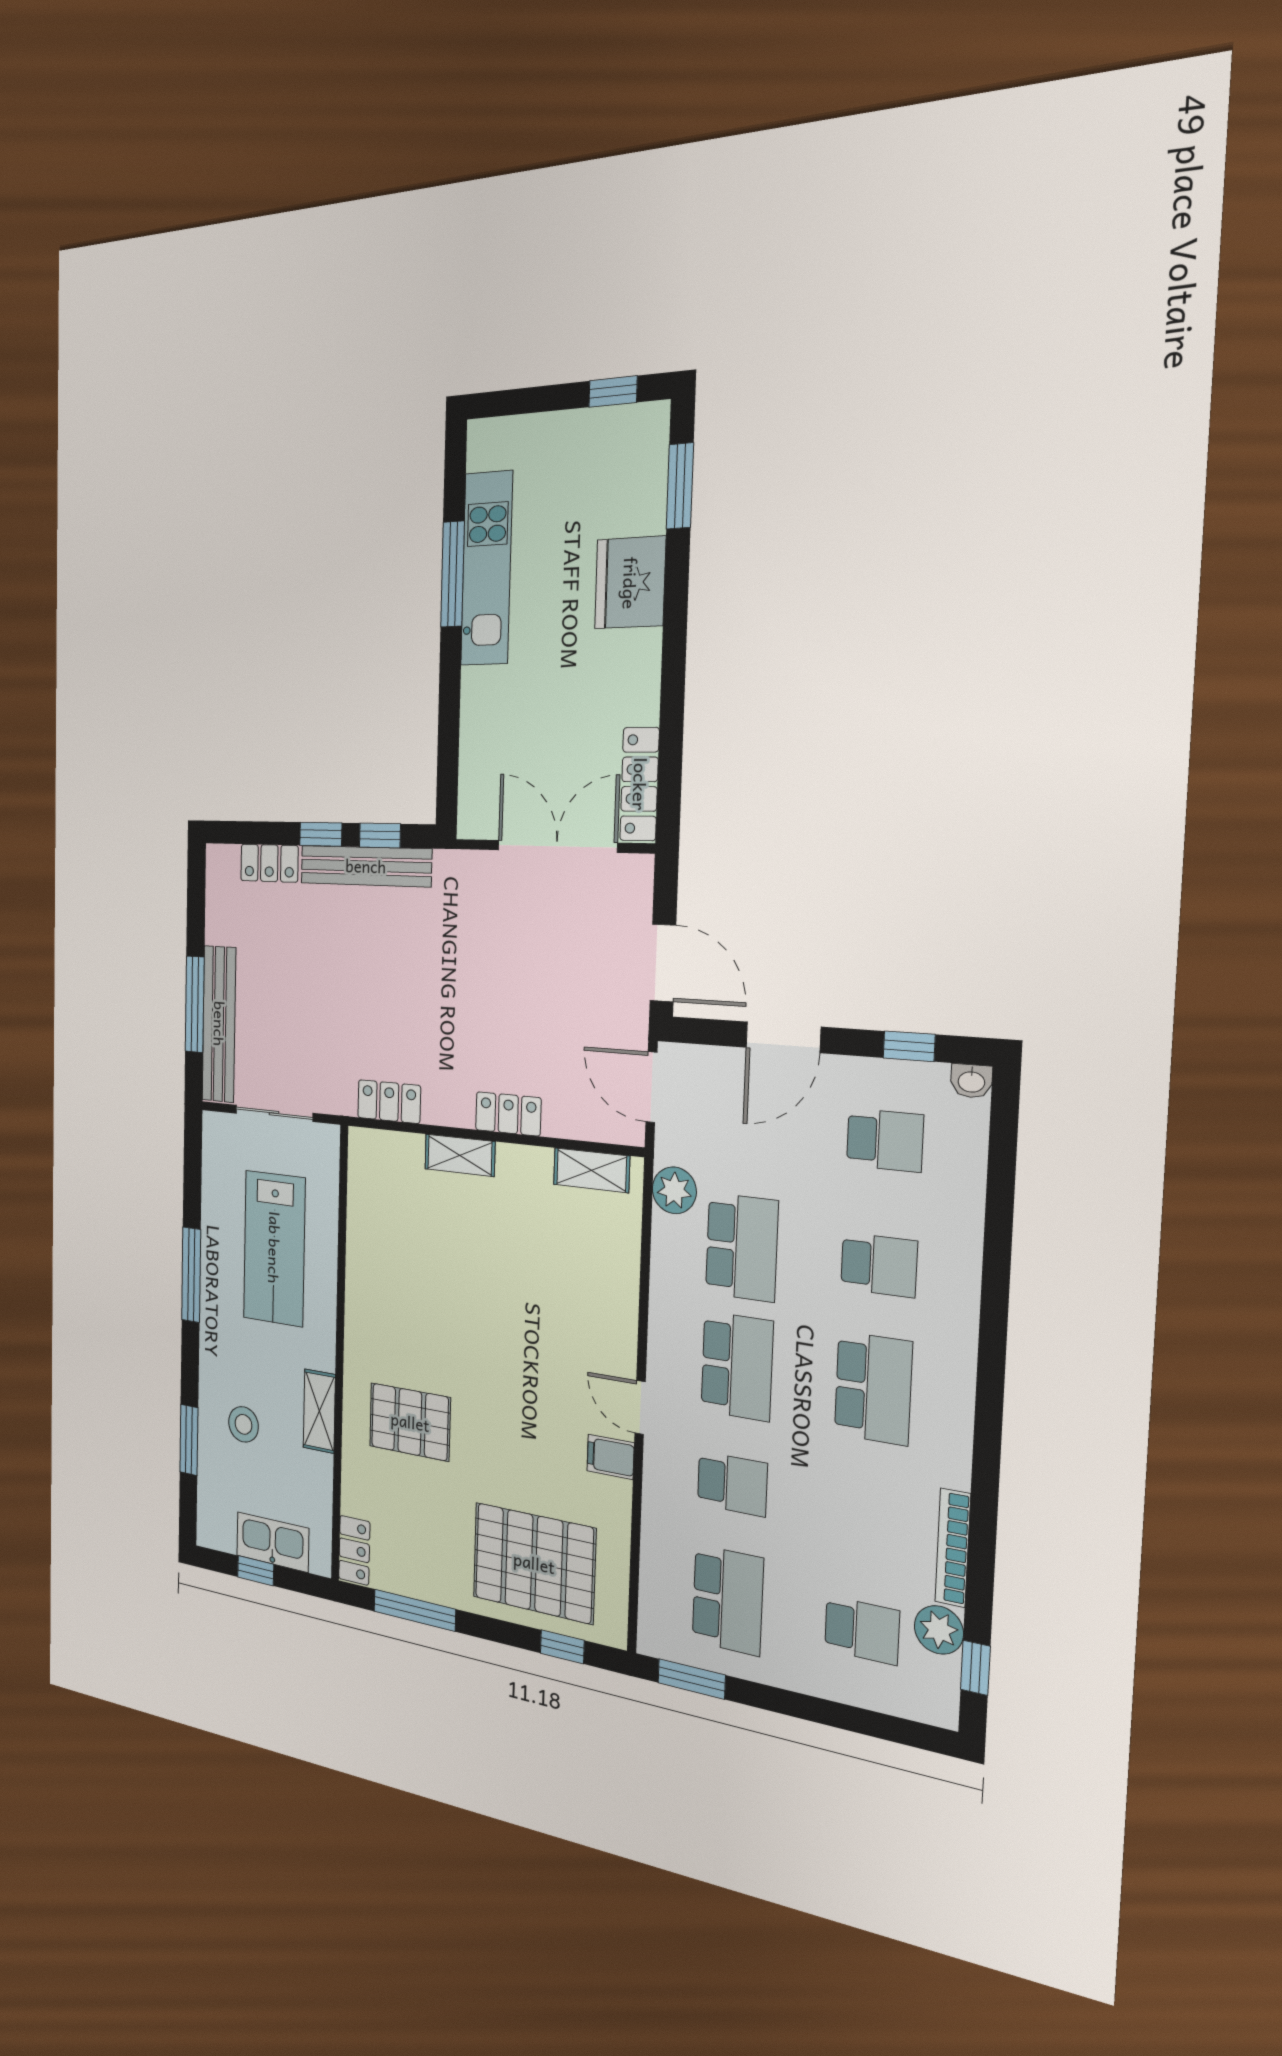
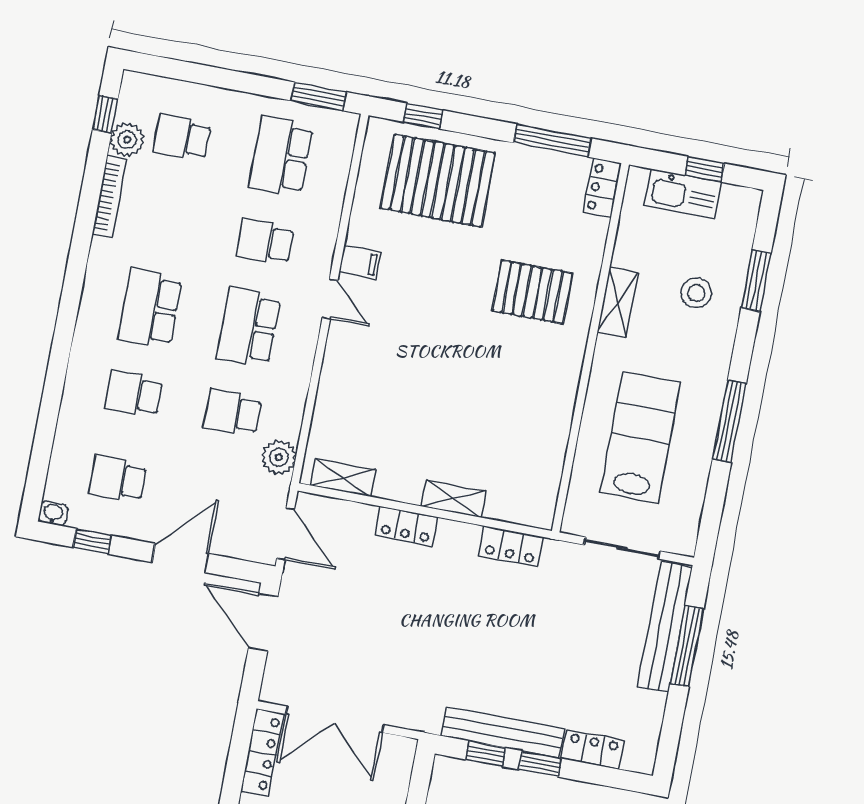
school desk: (742, 1247) -> (233, 412), width x0.54

